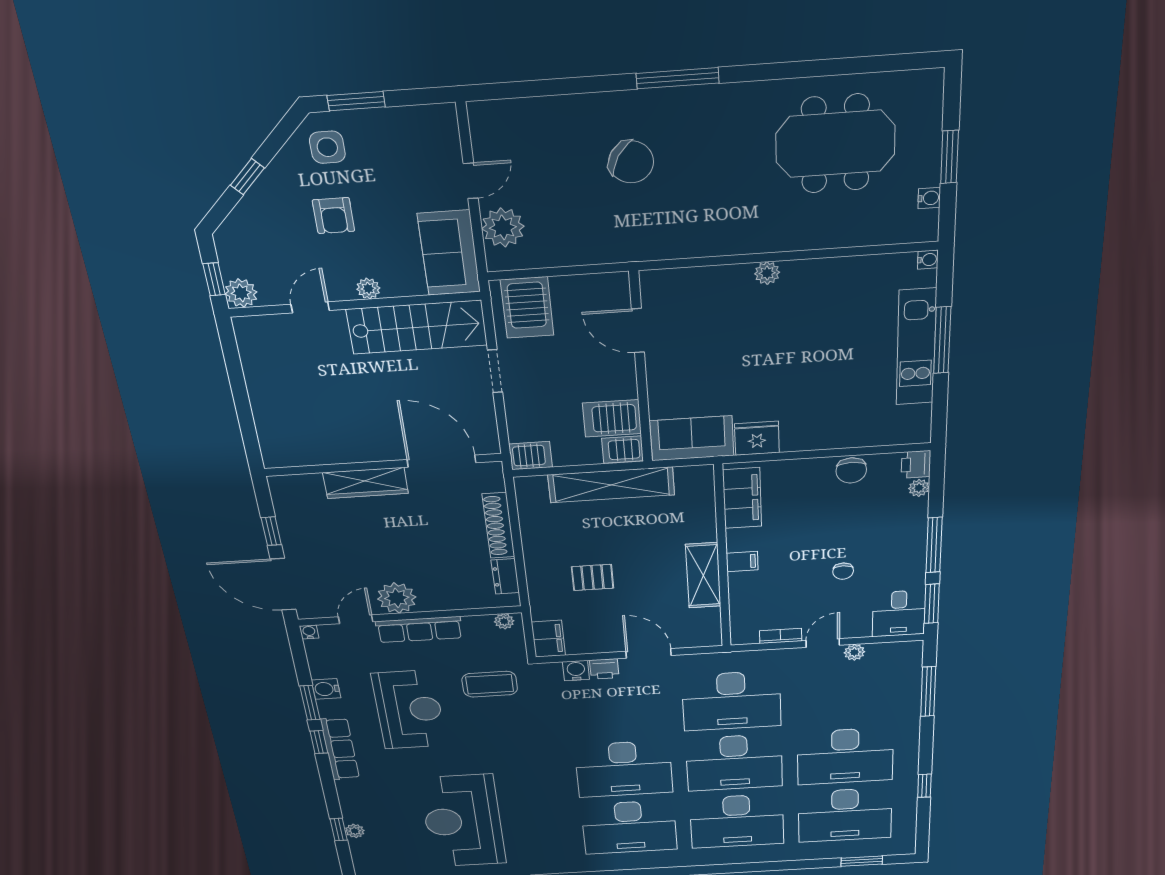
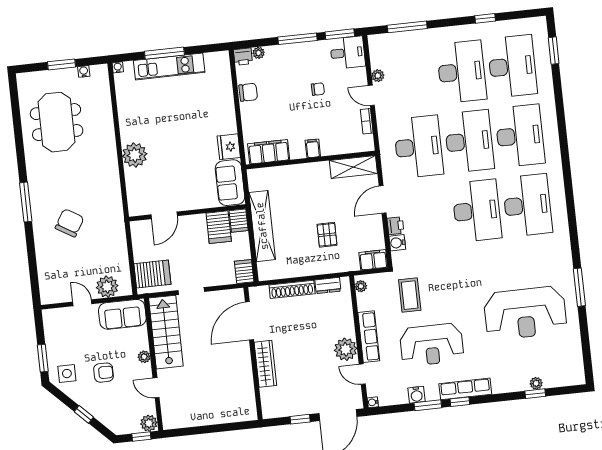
plant: (767, 273) -> (135, 155), width x1.87, depth x1.87
shelving: (703, 575) -> (353, 167), moved
reception desk: (409, 710) -> (432, 345), turned 180

